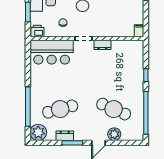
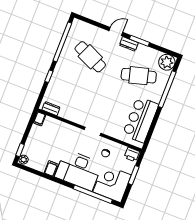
dresser: (102, 45) -> (51, 109), moved
bar counter: (52, 52) -> (141, 120), moved, turned -90
plant: (114, 134) -> (99, 34), removed
dresser: (65, 136) -> (129, 44), moved

